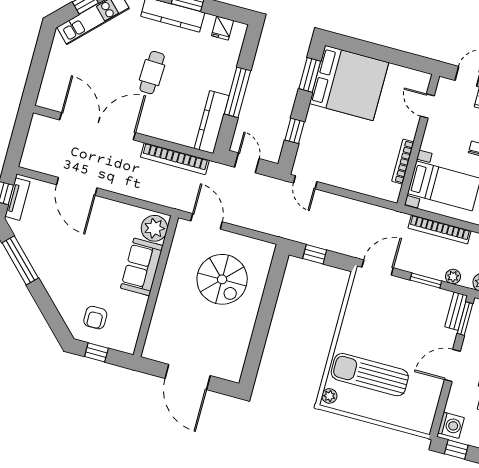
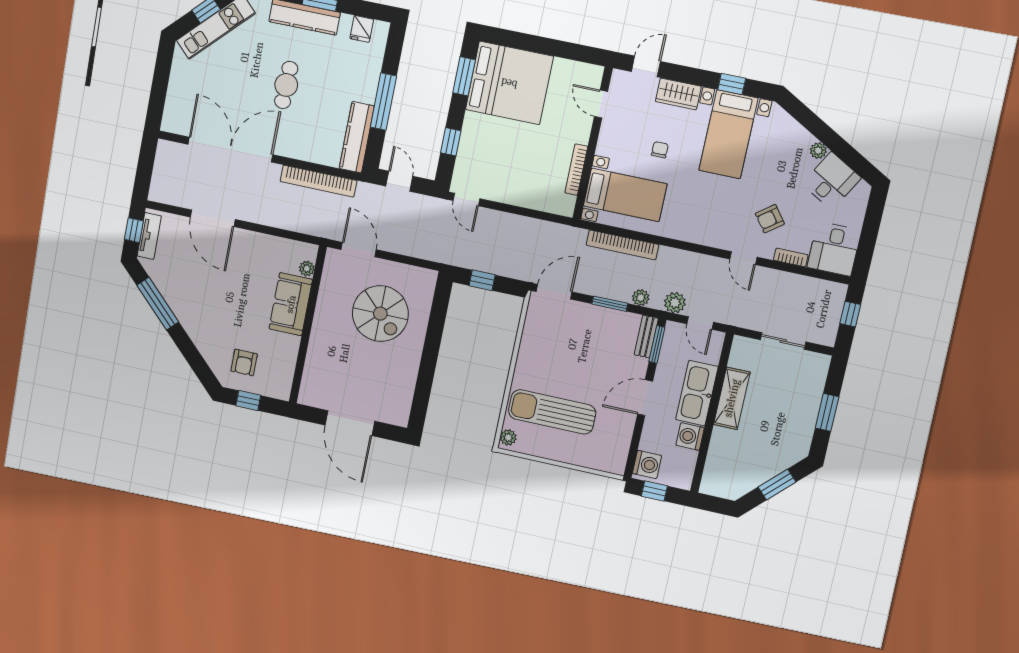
plant: (154, 228) -> (307, 269), width x0.53, depth x0.53

